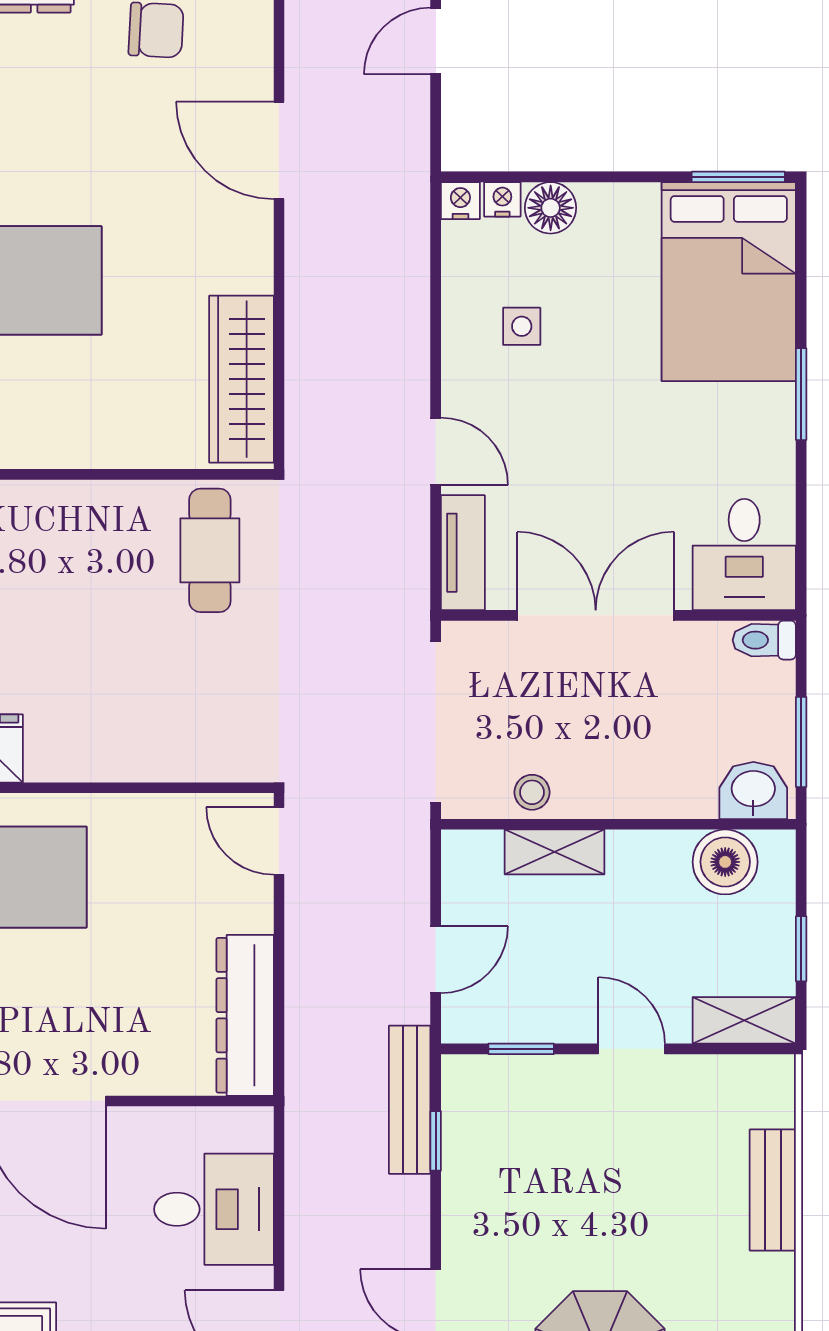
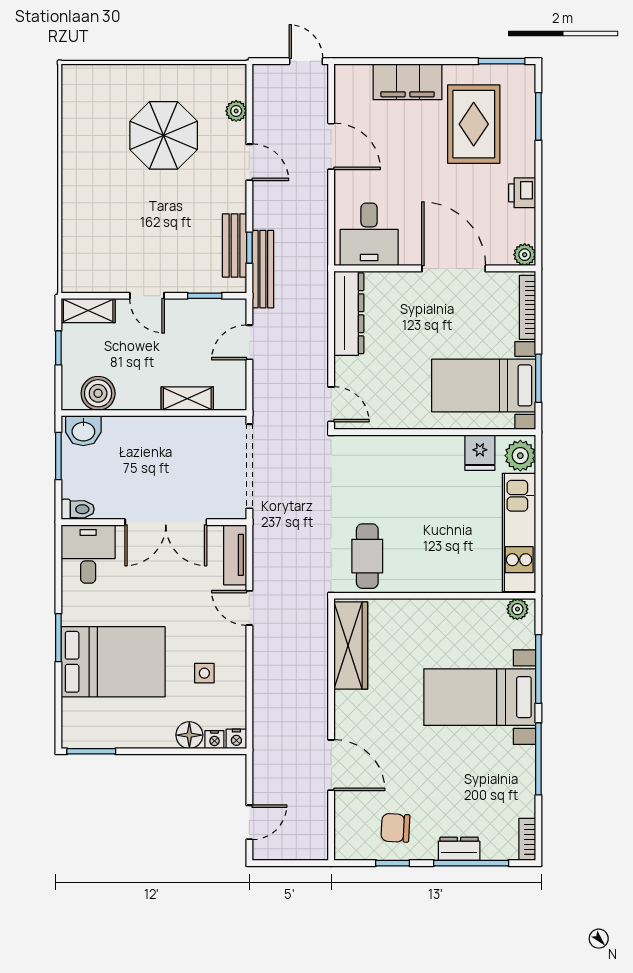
bed: (729, 282) -> (113, 662), moved, turned 90
stool: (532, 792) -> (199, 430), removed
bench: (773, 1190) -> (235, 245), moved
desk: (214, 1209) -> (369, 234), moved, turned -90

